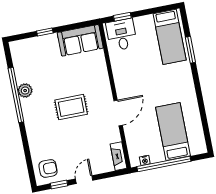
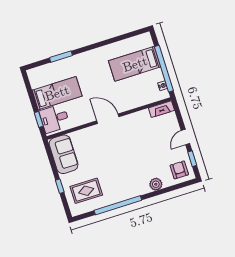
bed: (170, 37) -> (57, 93), moved
plant: (25, 91) -> (156, 184), moved
rug: (71, 107) -> (86, 191), moved, turned 90
door: (118, 113) -> (108, 119), moved
door: (84, 180) -> (185, 137), hinge flipped

